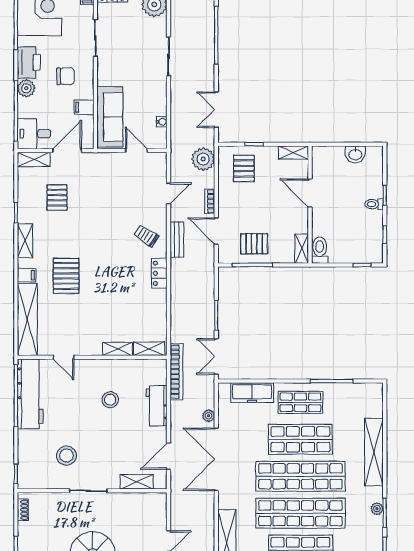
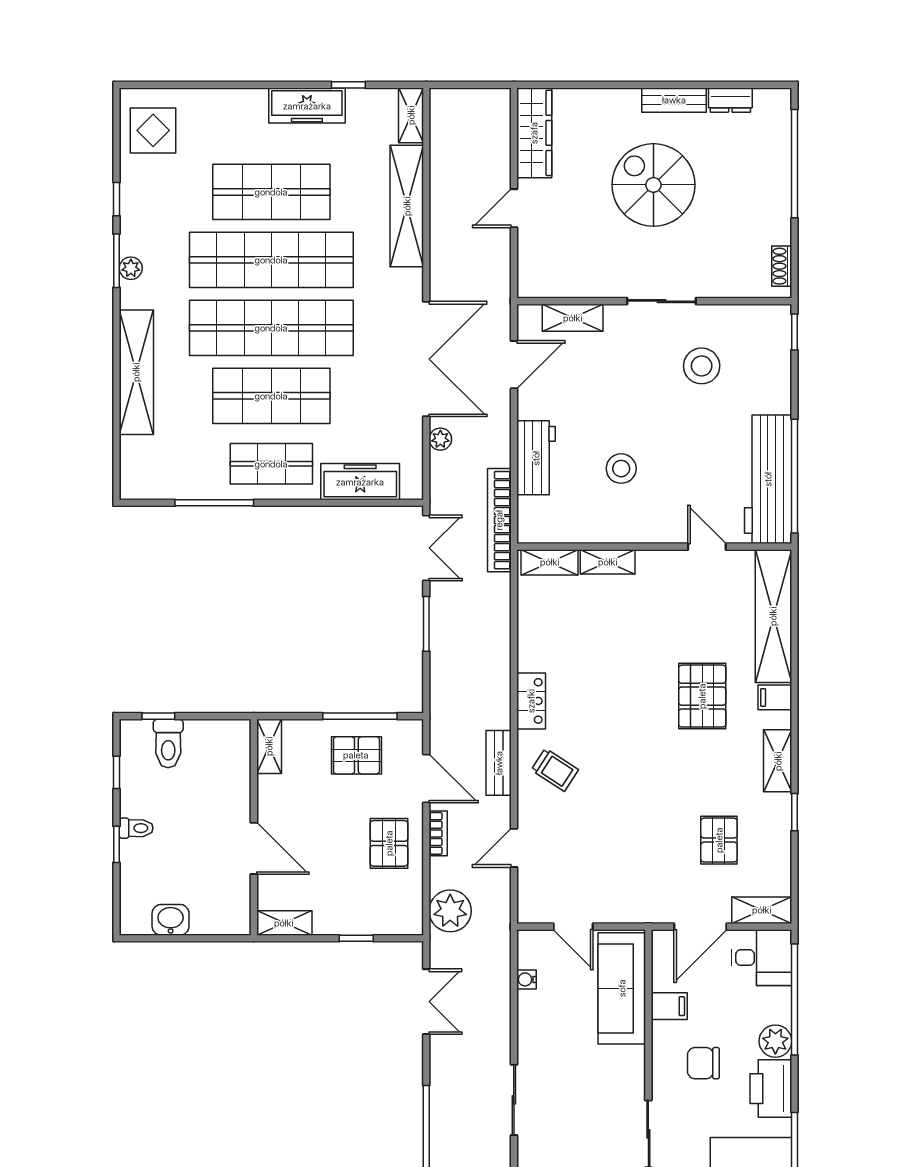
pallet: (244, 168) -> (389, 843), moved
toilet: (320, 250) -> (168, 743), moved

